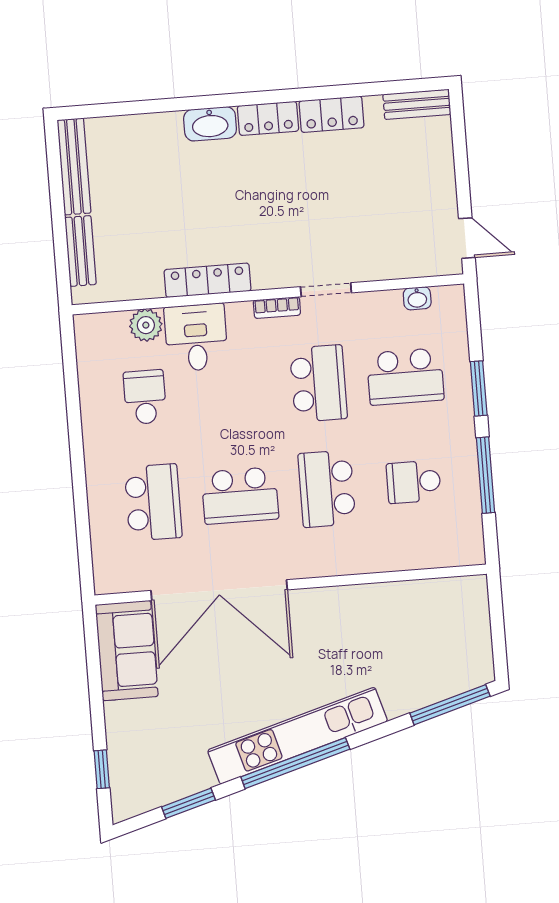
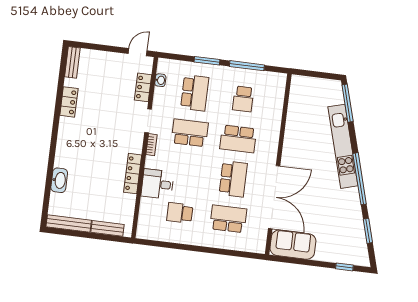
locker: (268, 118) -> (143, 87), moved, turned 180
washbasin: (210, 124) -> (59, 180), moved
plant: (146, 325) -> (147, 206), removed
kitchen unit: (298, 736) -> (343, 146), moved

